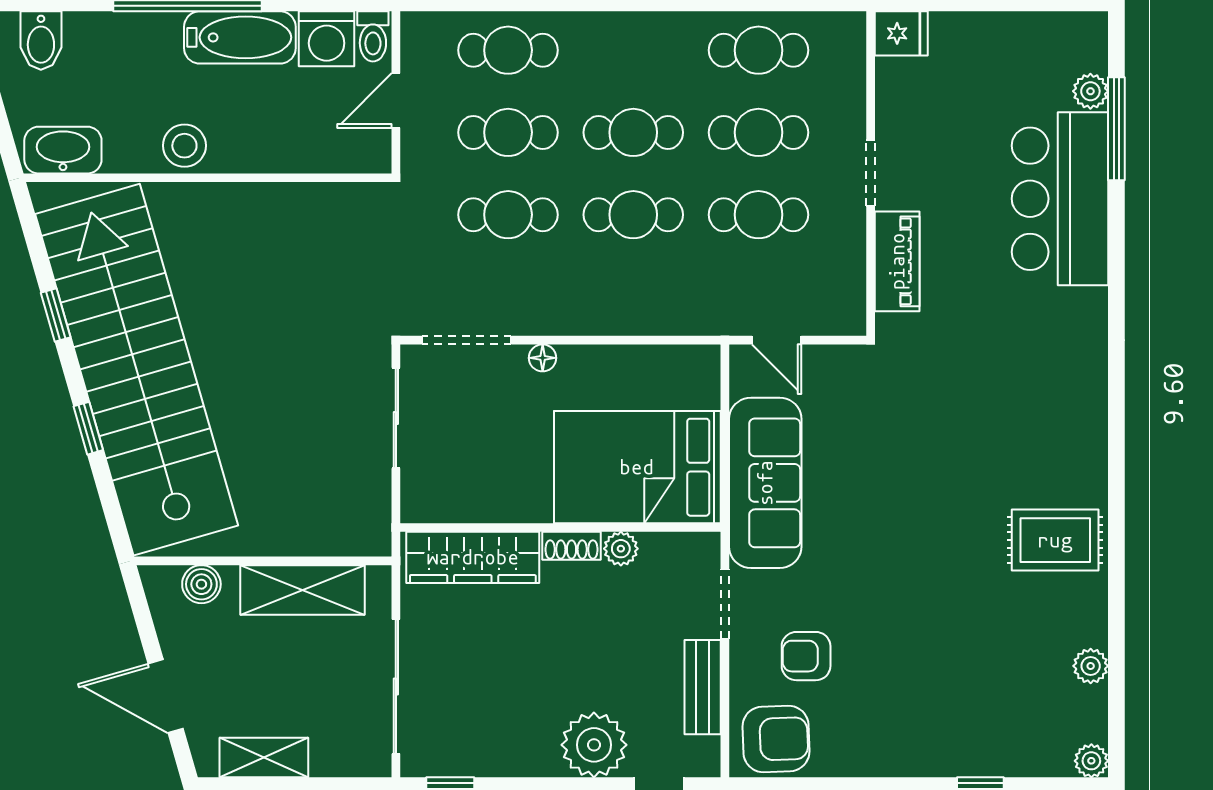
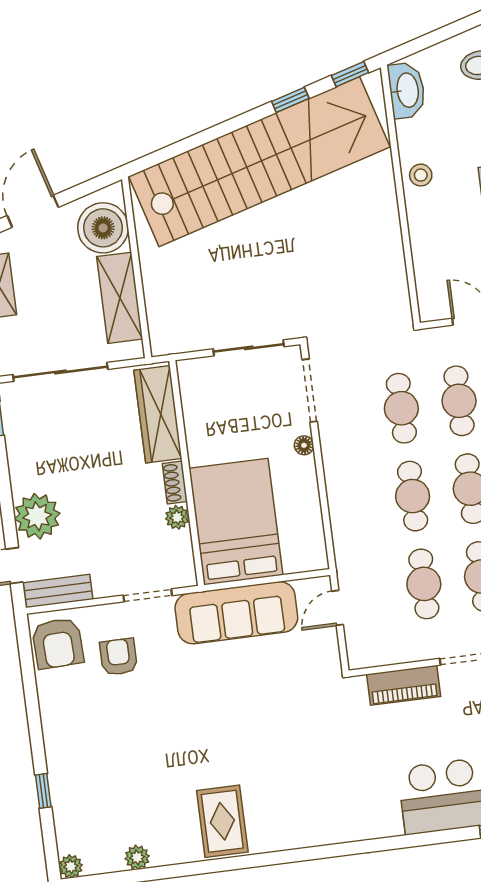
stool: (184, 146) -> (421, 175), width x0.73, depth x0.73
window: (88, 428) -> (350, 74), moved
boiler: (201, 584) -> (103, 228), width x1.86, depth x1.86
bench: (703, 687) -> (58, 591), moved

